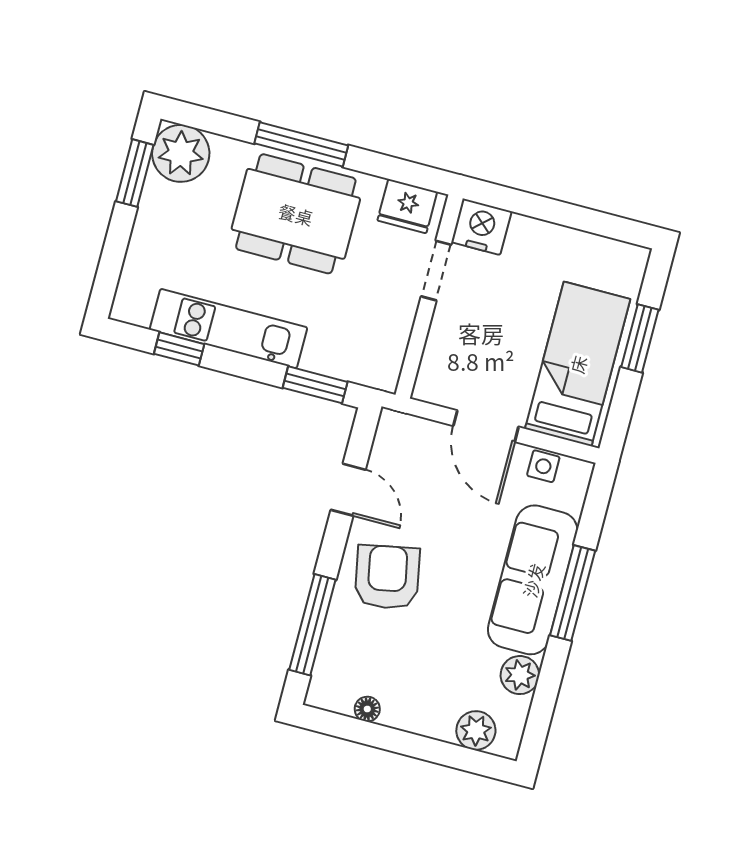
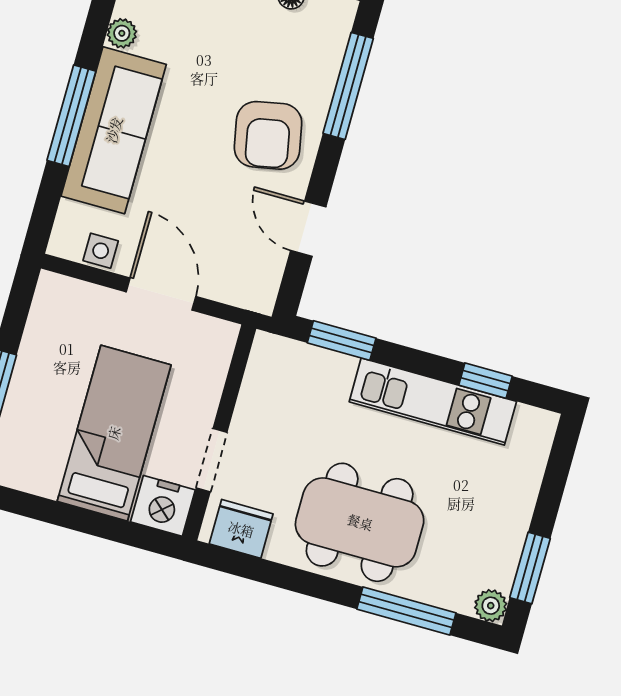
window: (301, 144) -> (406, 611), moved
plant: (181, 153) -> (491, 606), width x0.53, depth x0.53
bed: (578, 364) -> (114, 433), moved, turned 180
plant: (520, 675) -> (122, 33), width x0.73, depth x0.73

